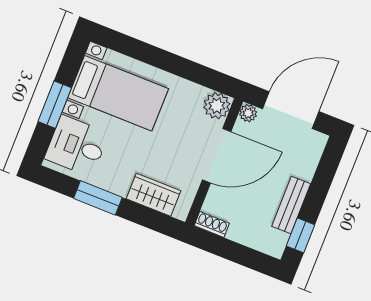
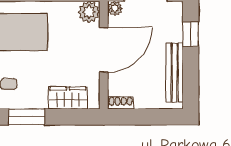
bench: (291, 205) -> (175, 73), width x1.36
window: (300, 235) -> (191, 34), moved

